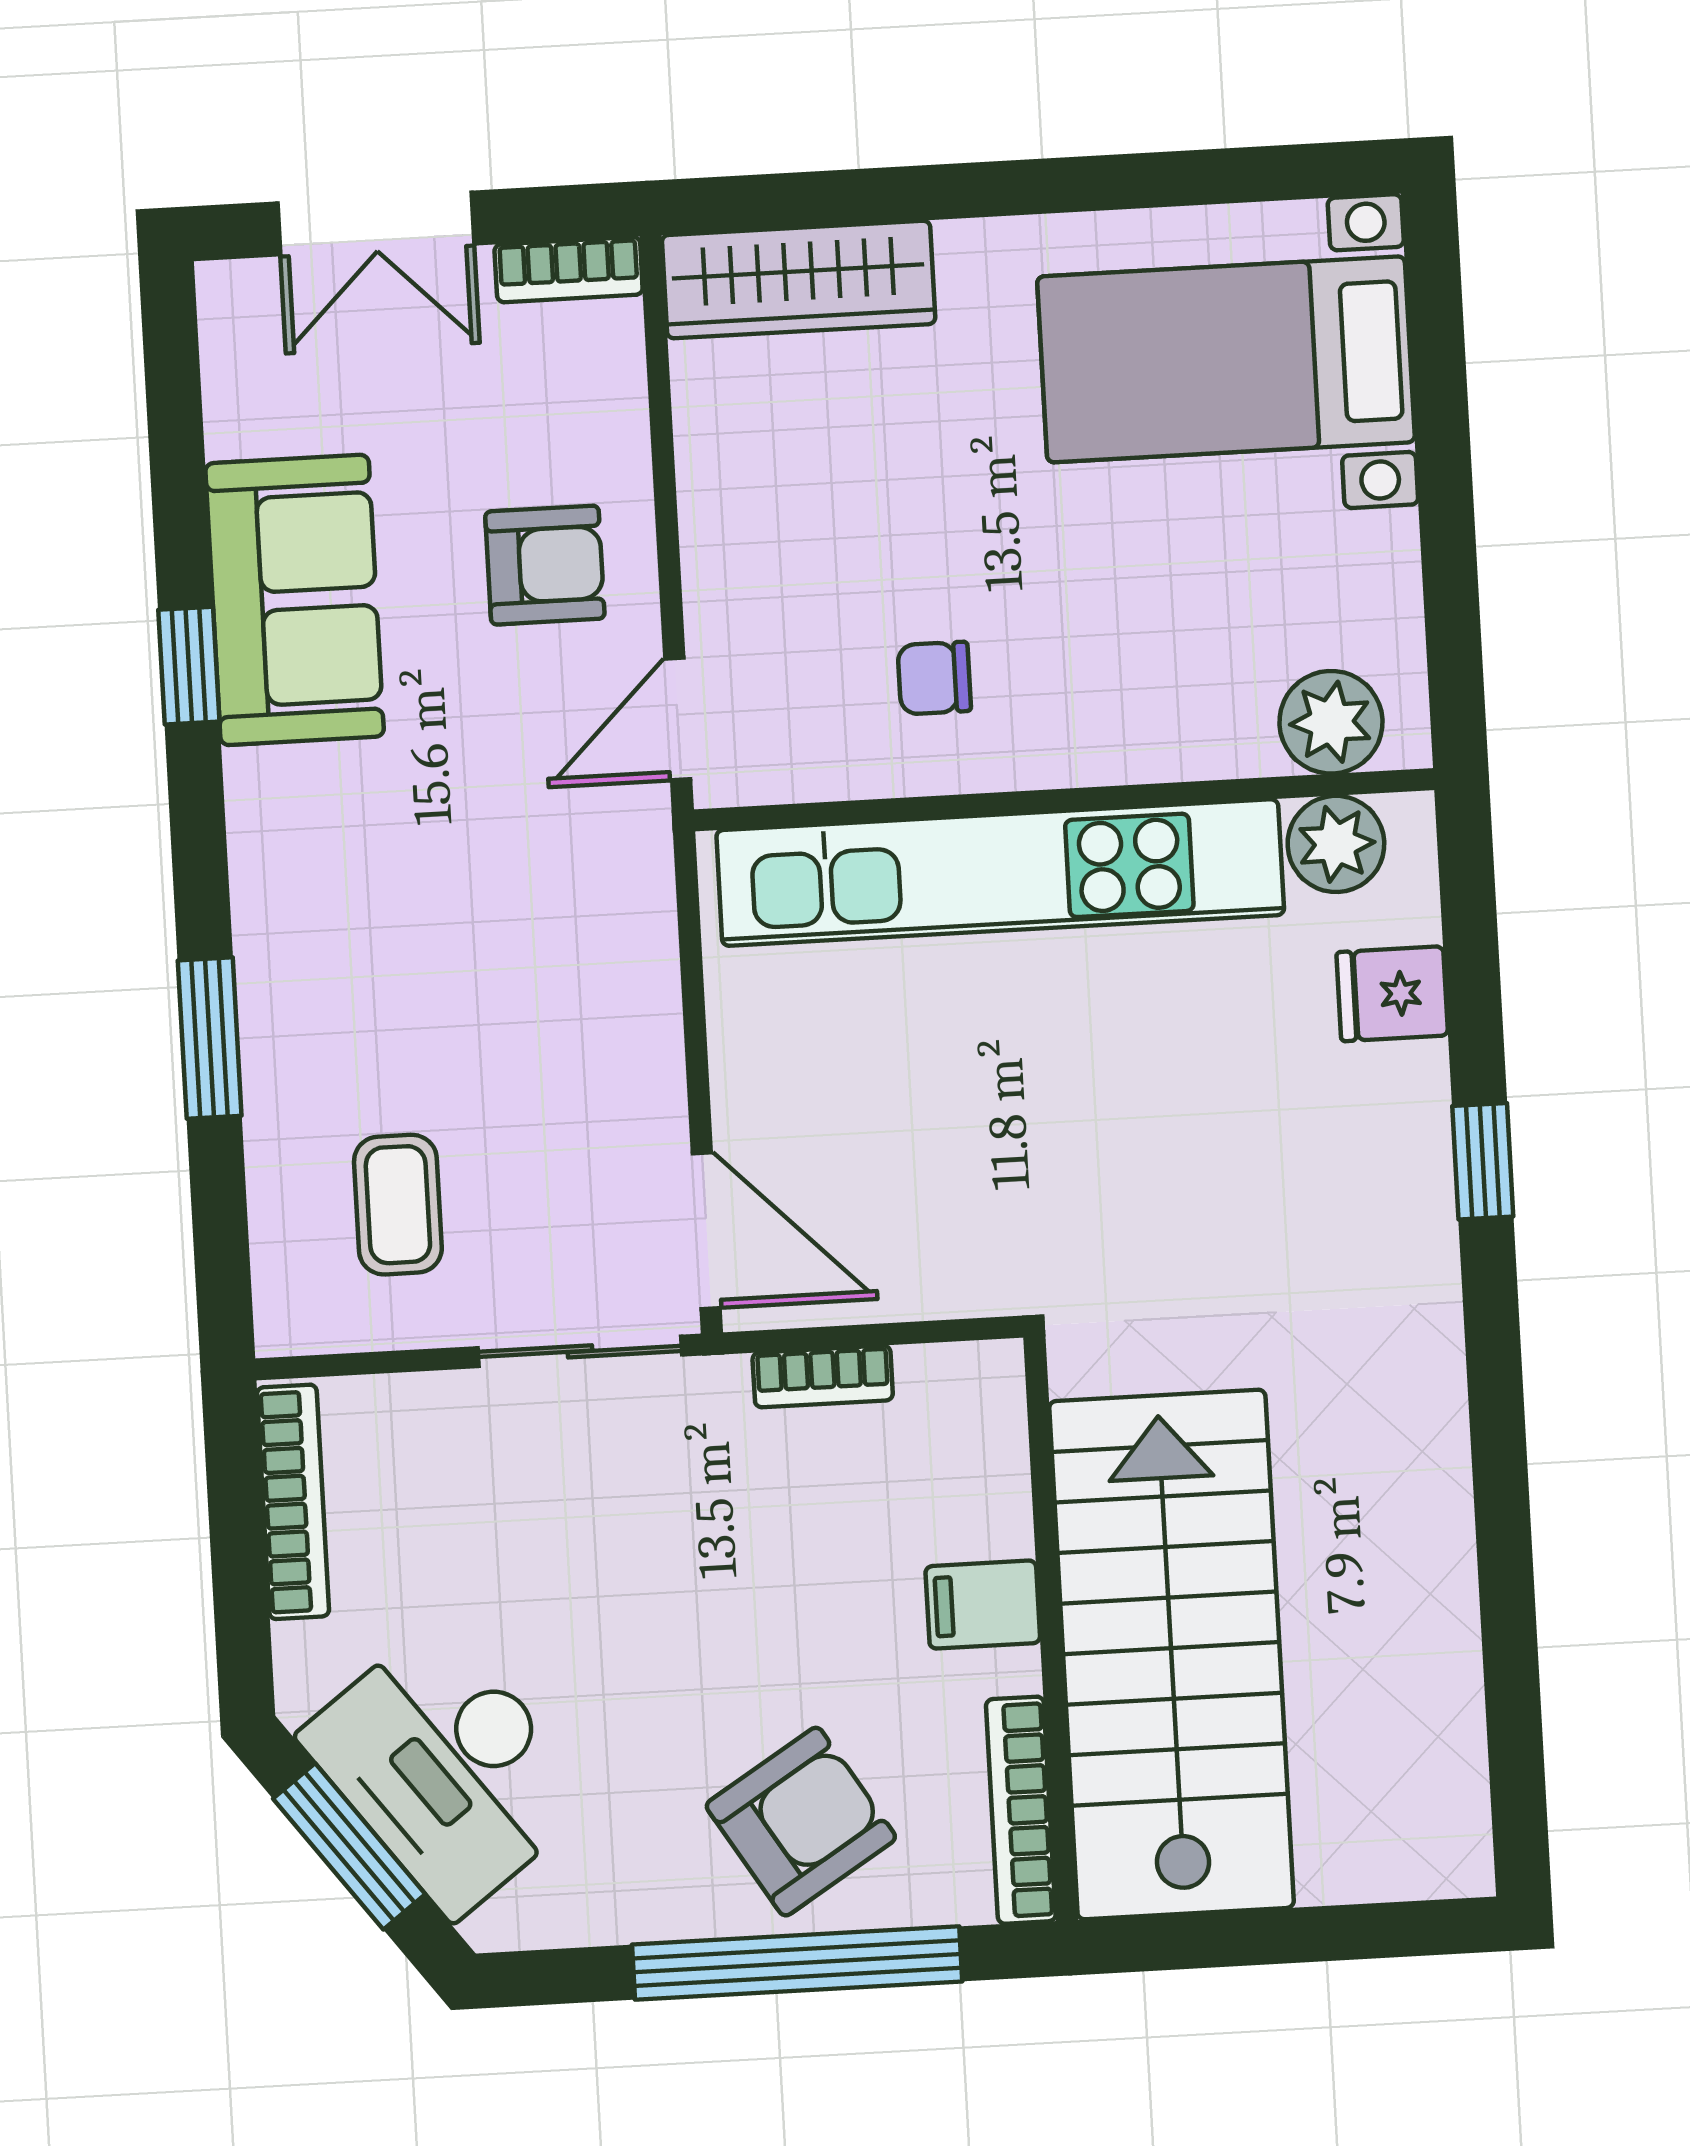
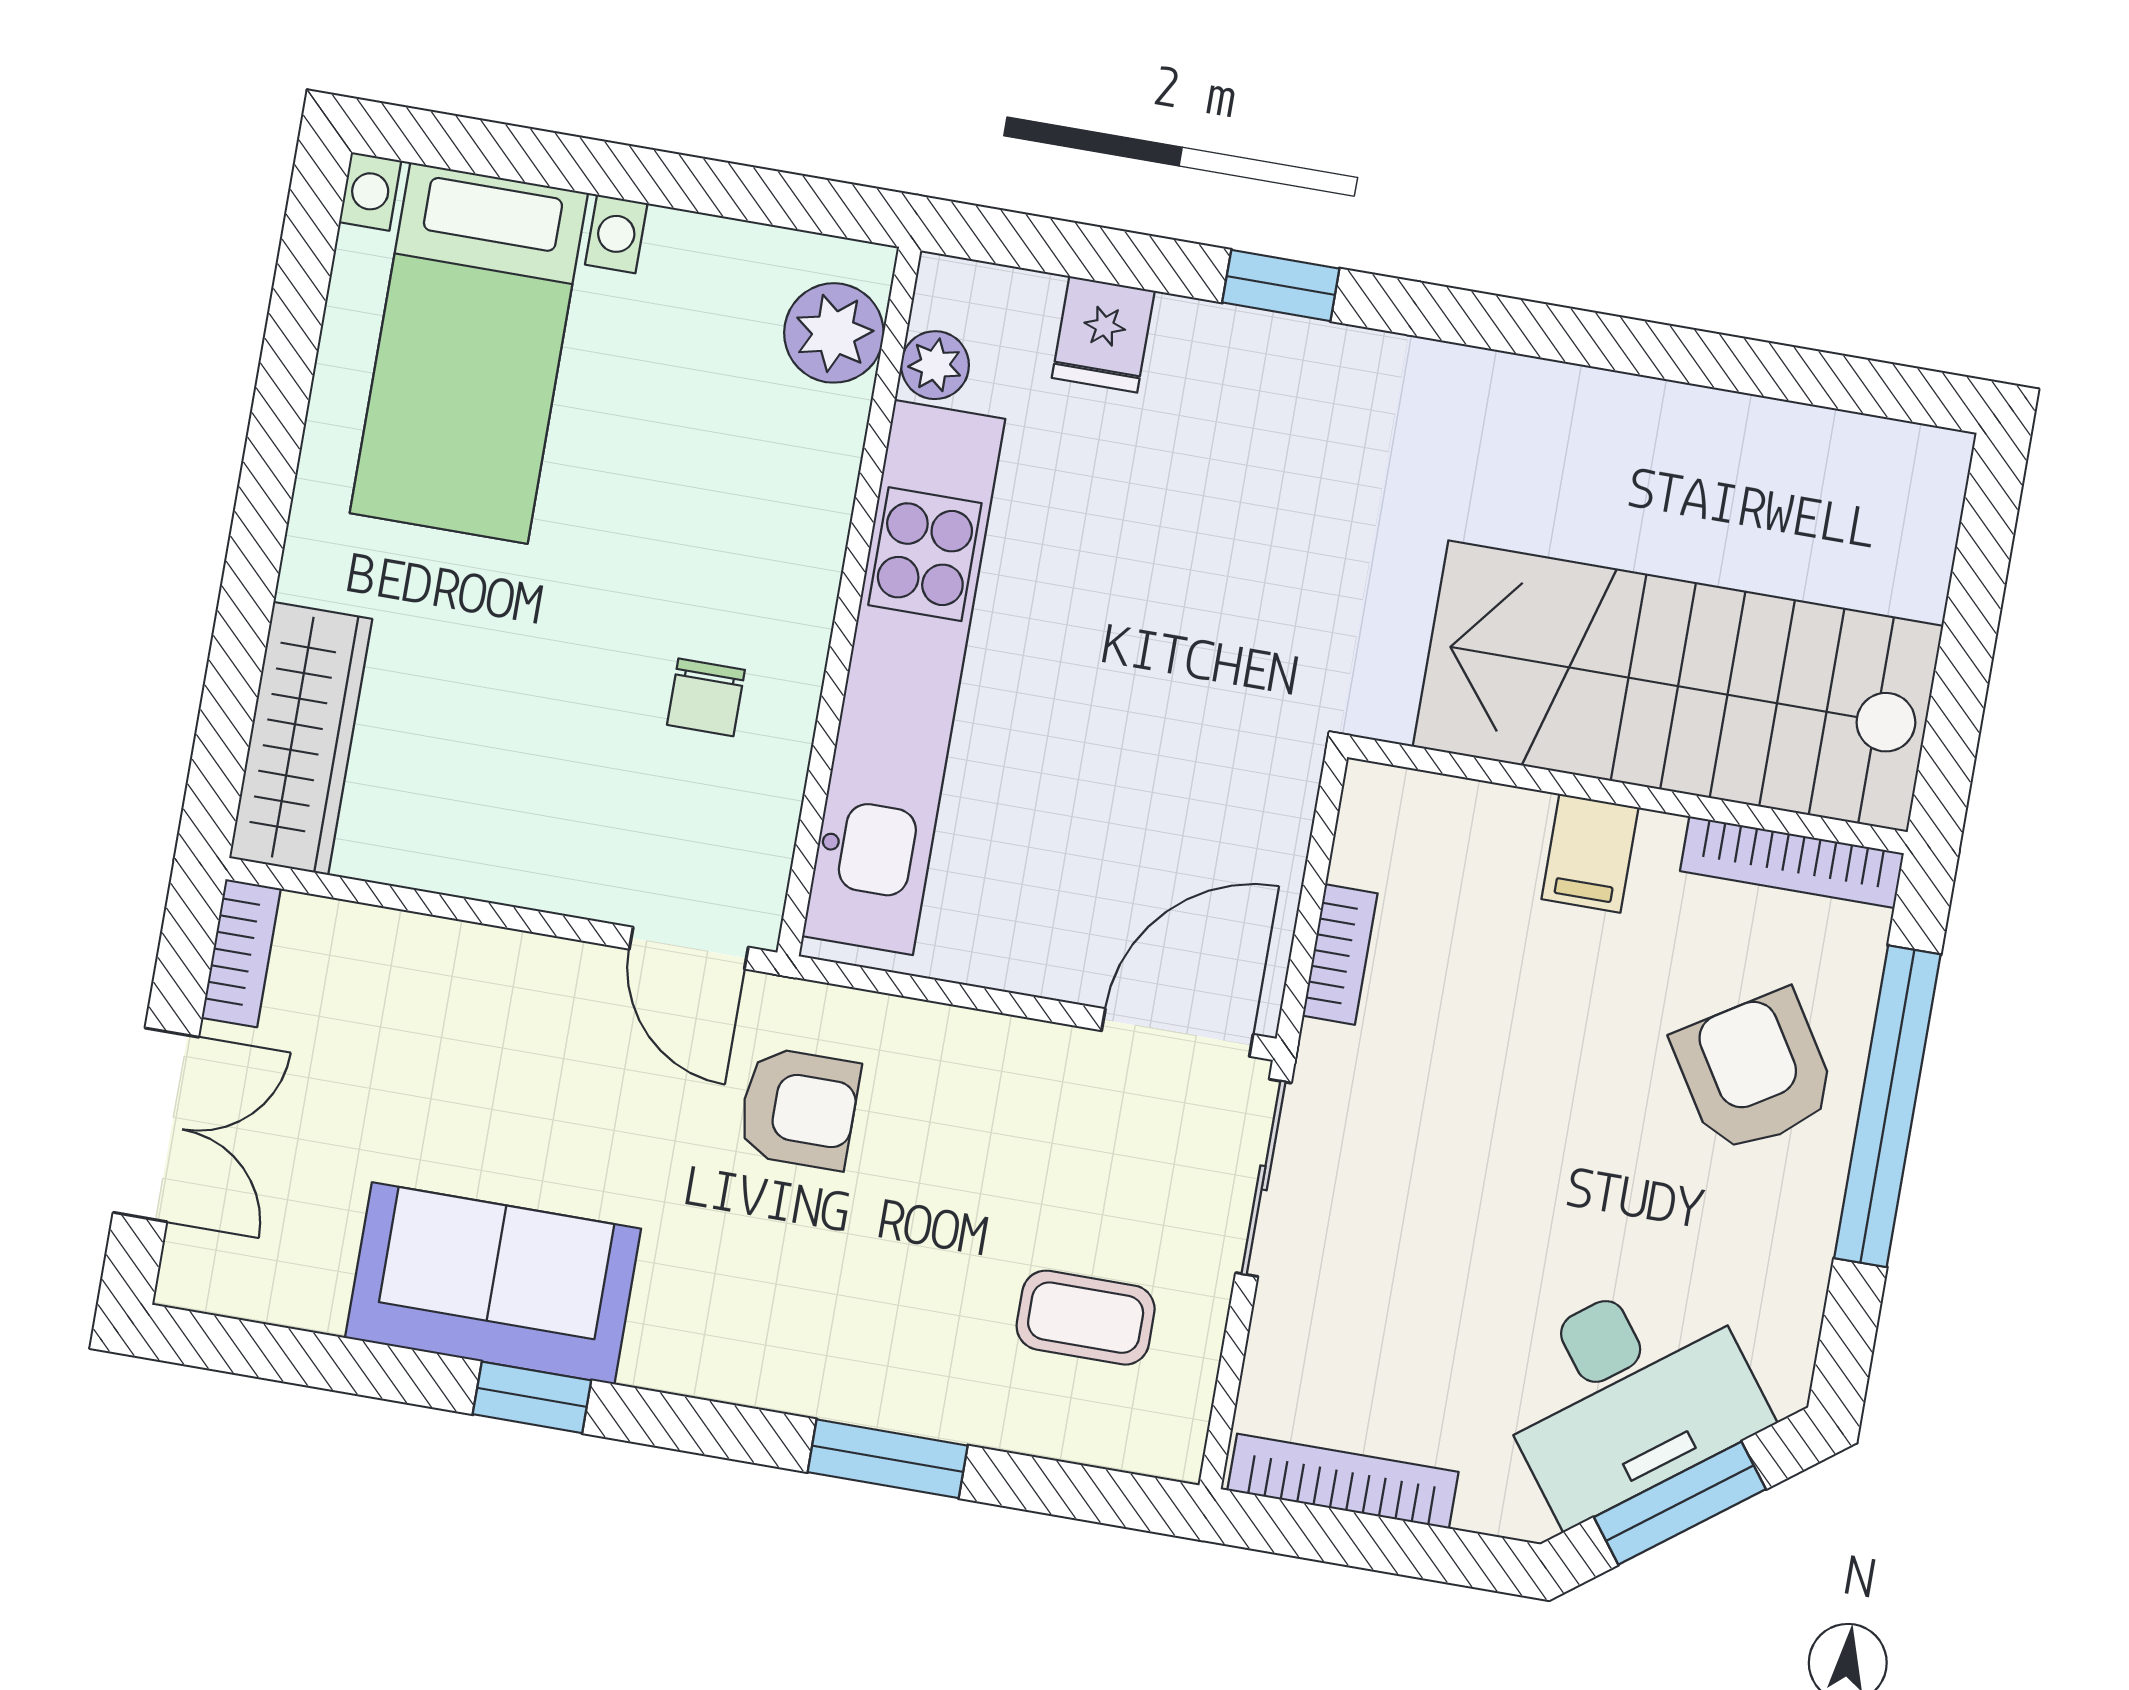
armchair: (545, 565) -> (799, 1108), moved, turned 90
plant: (1336, 844) -> (935, 365), width x0.73, depth x0.73

